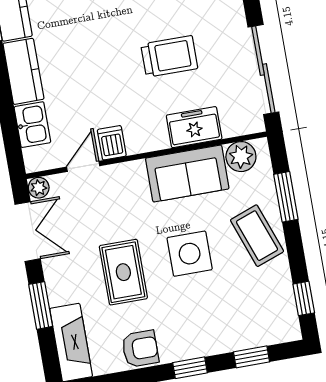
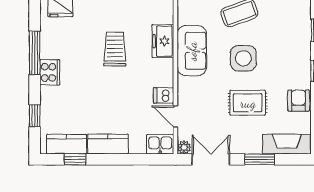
kitchen sink: (32, 125) -> (160, 144), moved
plant: (241, 157) -> (187, 14), removed

